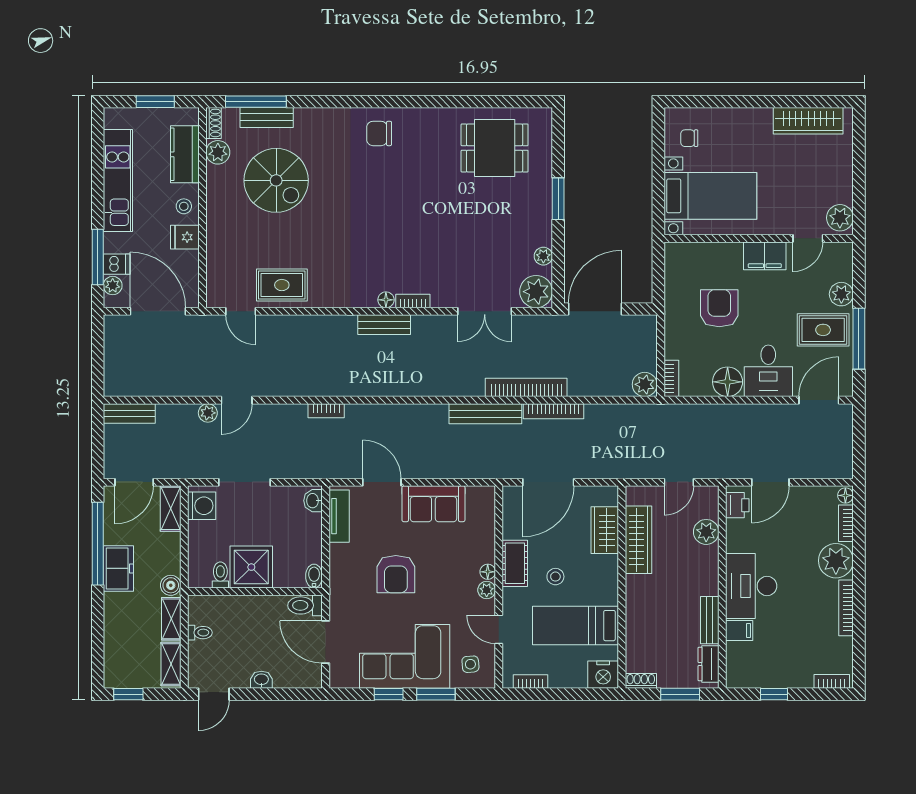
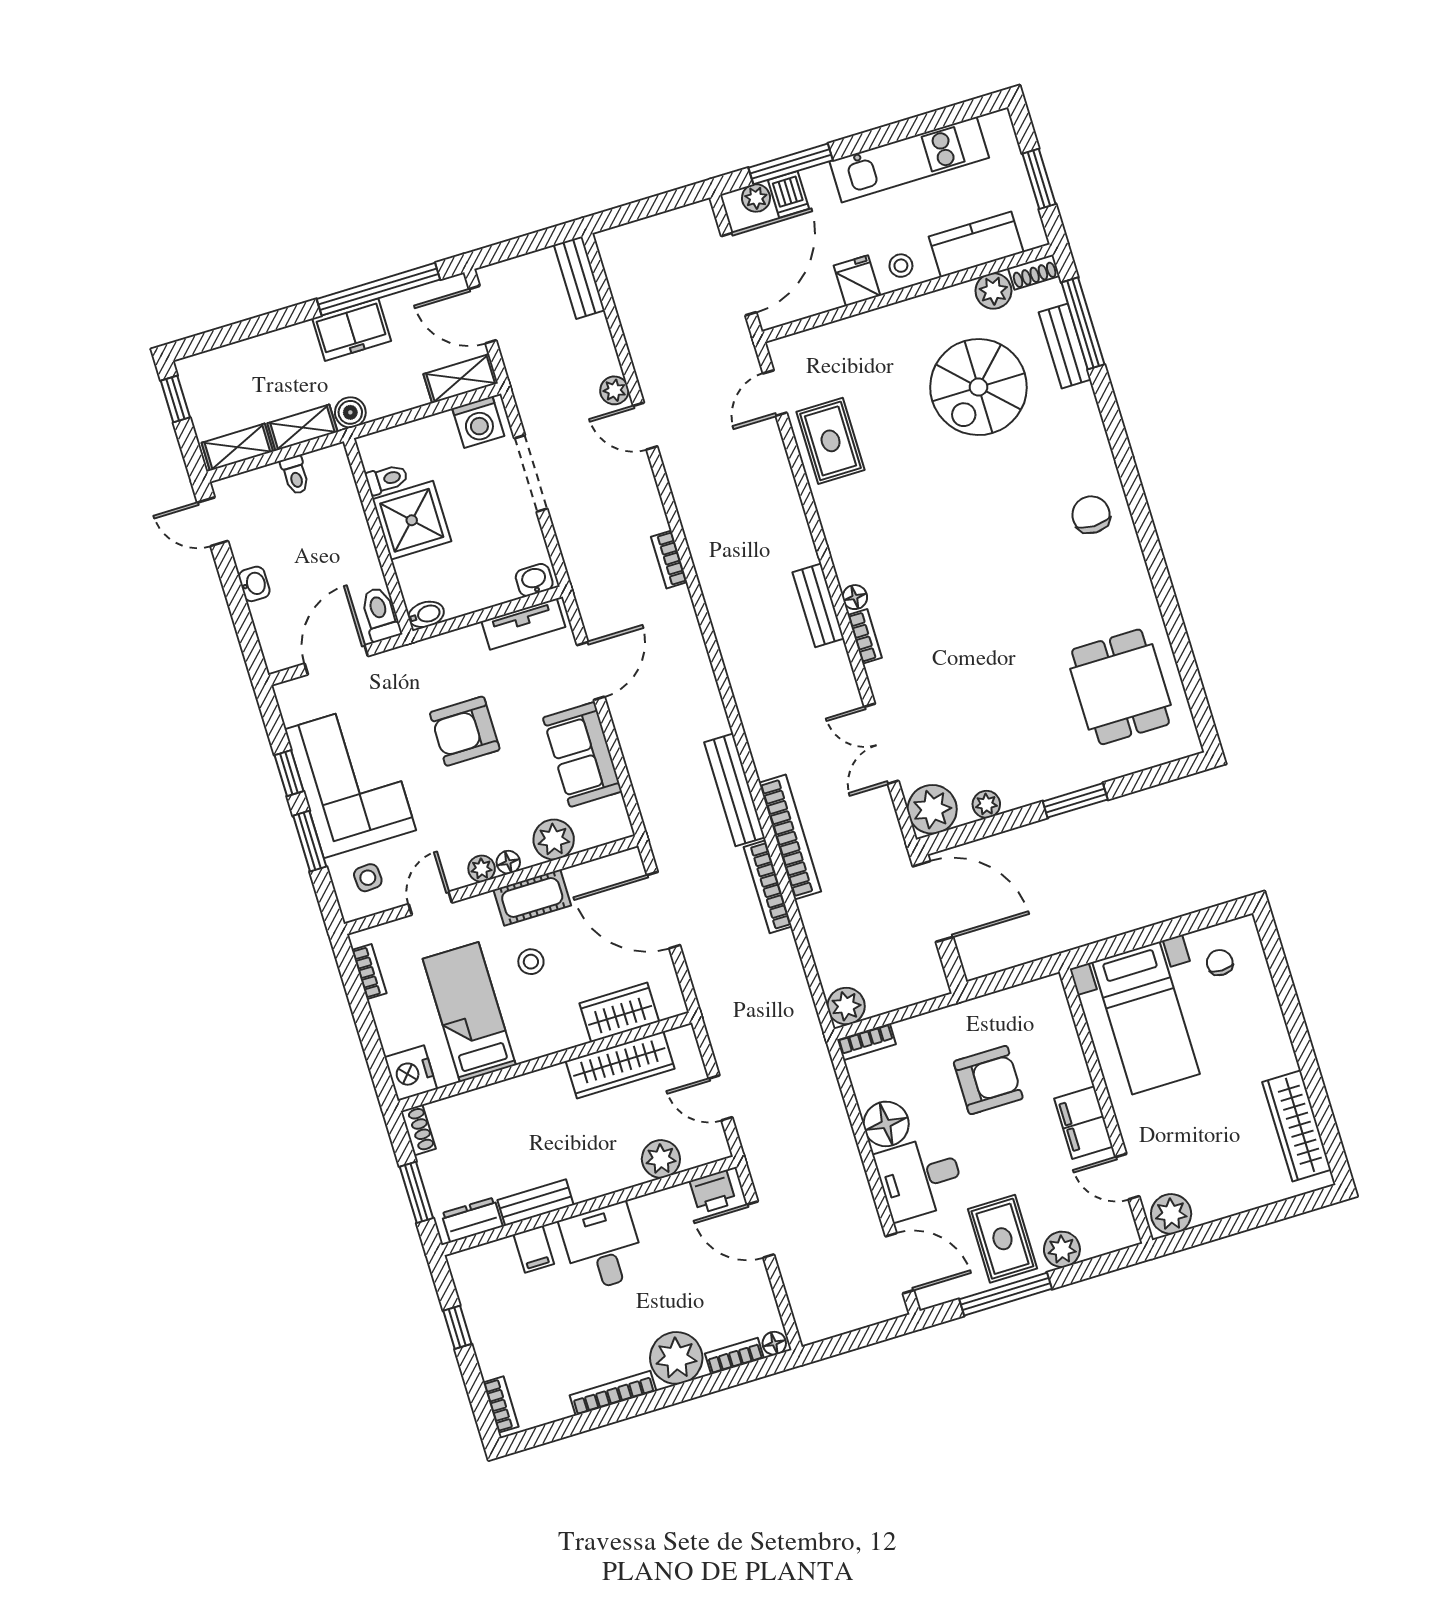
plant: (482, 538) -> (554, 839), added
desk: (751, 586) -> (603, 1247), width x0.73

